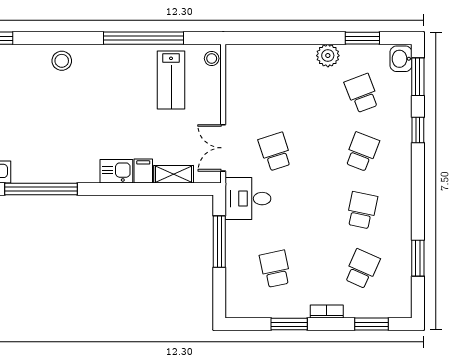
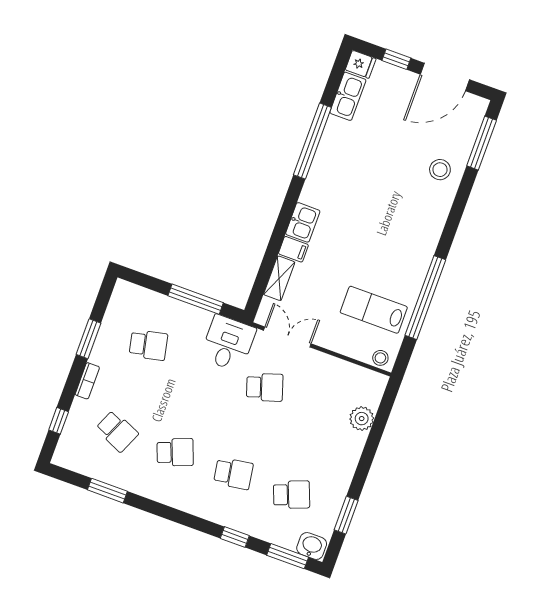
plant: (328, 56) -> (362, 419), moved
stool: (62, 61) -> (440, 170), moved
school desk: (362, 152) -> (233, 473), turned -30
school desk: (362, 210) -> (175, 452), turned -33
window: (372, 324) -> (59, 421), width x0.67

